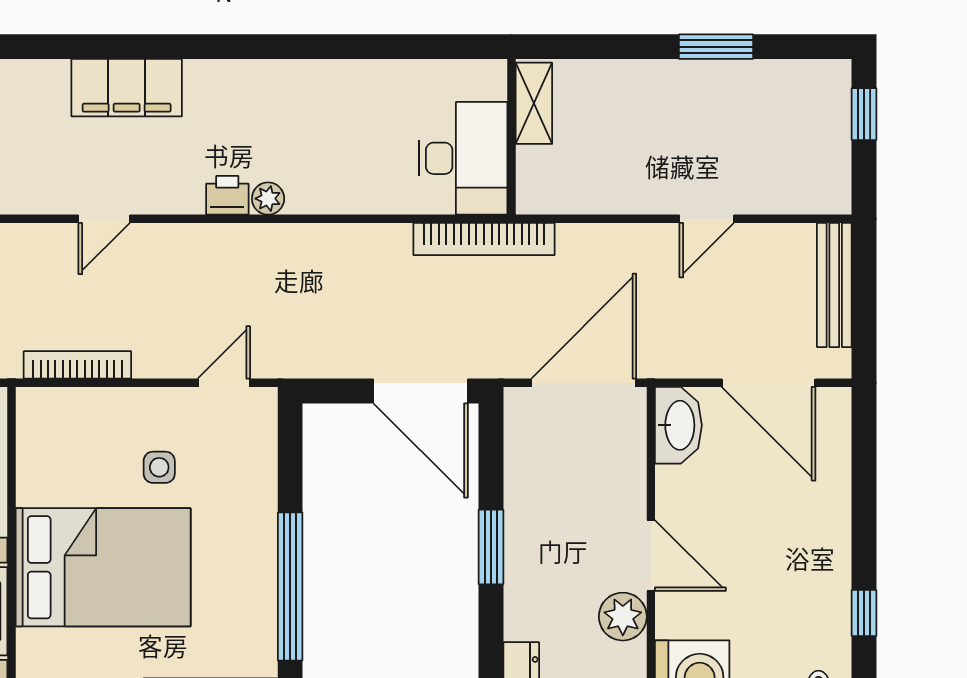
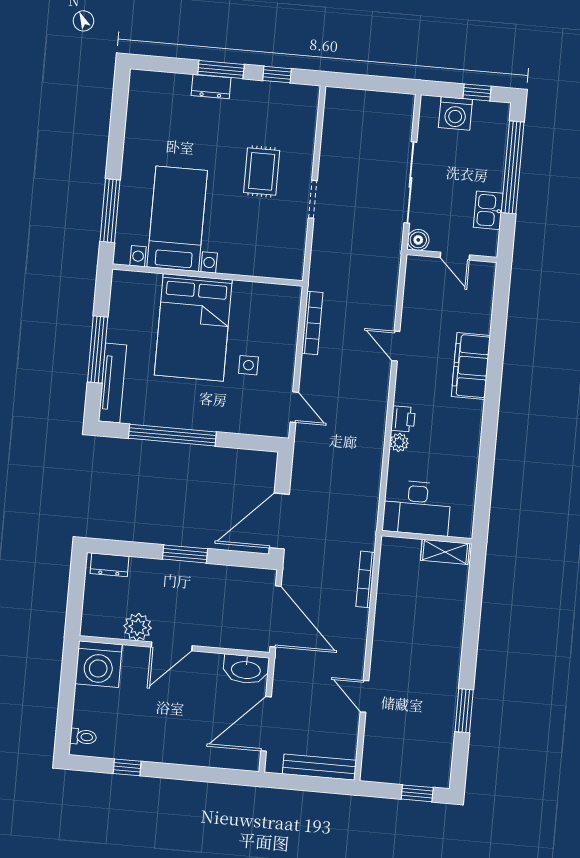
shelving: (534, 103) -> (445, 552), moved
wall: (511, 137) -> (427, 537), moved
desk: (463, 158) -> (417, 508), moved
bookcase: (484, 239) -> (365, 579), width x0.68, depth x0.76

